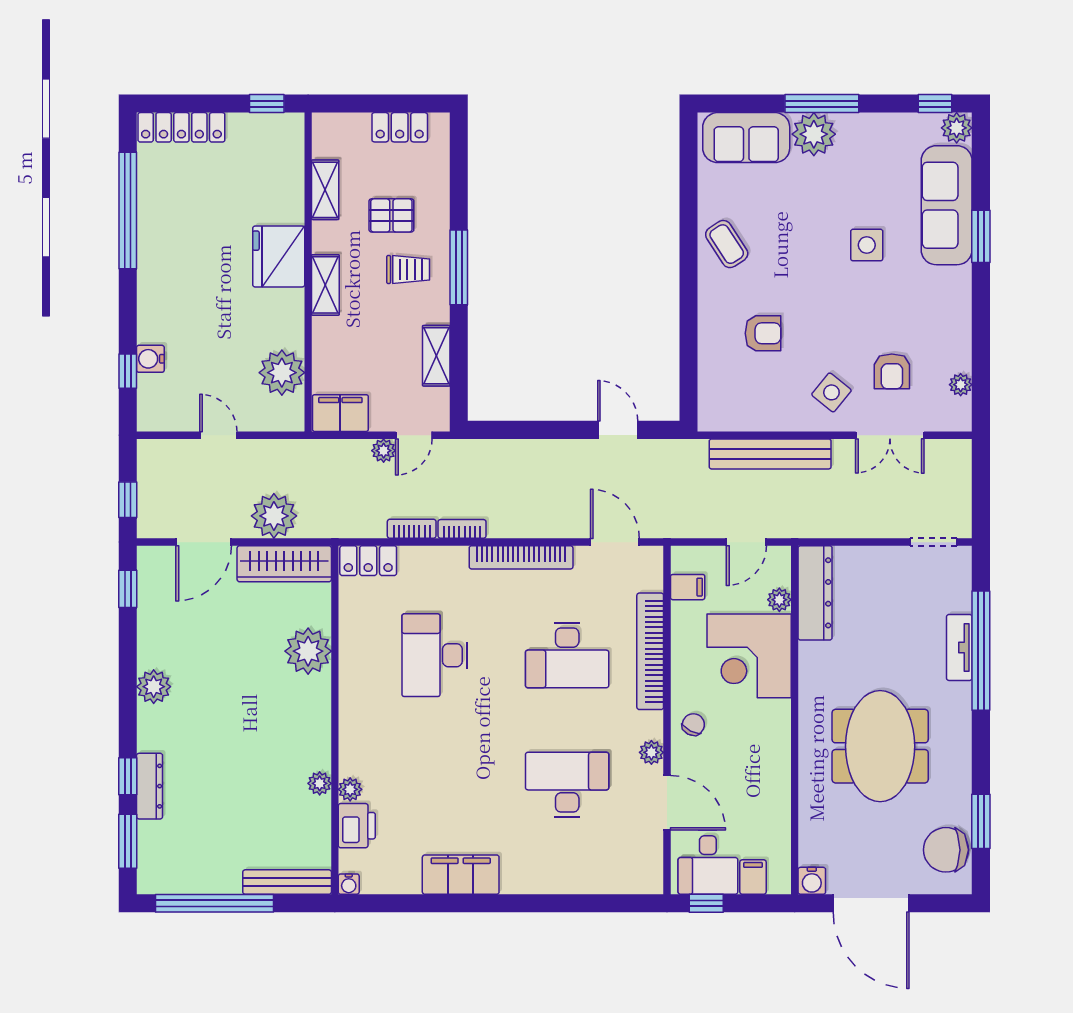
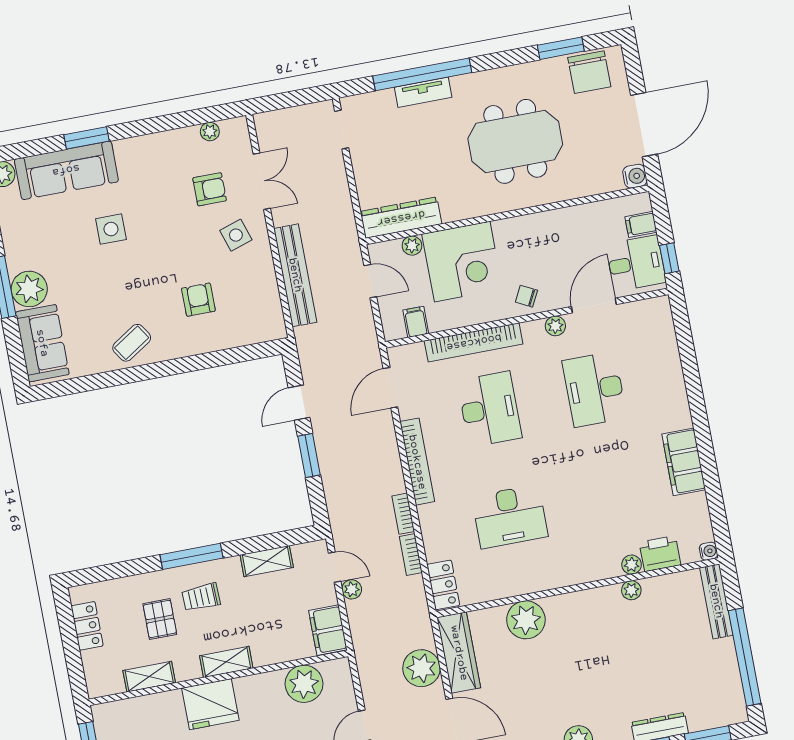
trolley: (408, 270) -> (201, 597), turned -92
side table: (831, 392) -> (236, 235), turned 33
window: (553, 430) -> (309, 455), added

